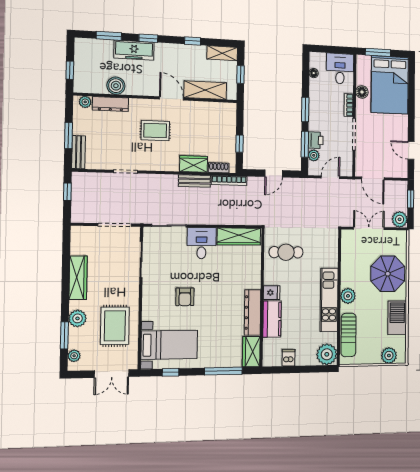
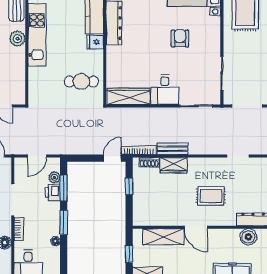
floor lamp: (314, 73) -> (55, 241), moved
door: (274, 174) -> (112, 158), moved

